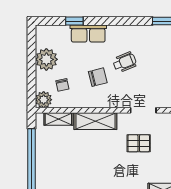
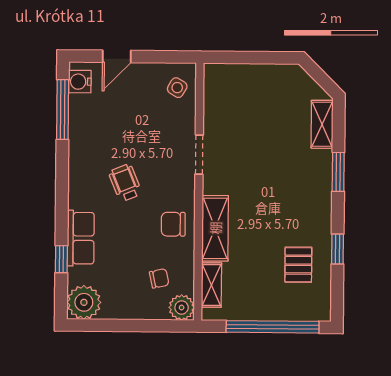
plant: (46, 59) -> (84, 302), moved
chair: (98, 77) -> (173, 224), moved, turned -76
pallet: (139, 143) -> (298, 265), moved

